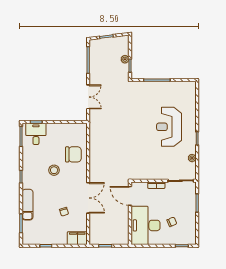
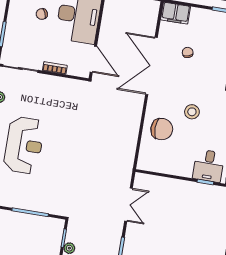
double door: (88, 97) -> (128, 205), swing flipped
chair: (73, 154) -> (162, 129), turned 180
double door: (88, 198) -> (151, 66), width x1.36

